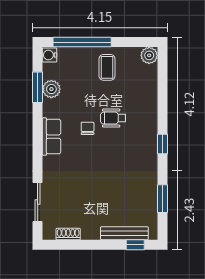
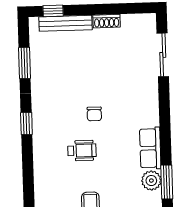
chair: (88, 128) -> (94, 114), moved
row of seats: (51, 137) -> (150, 148), moved
shoe rack: (68, 234) -> (107, 21), moved

